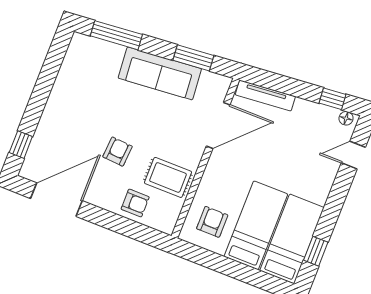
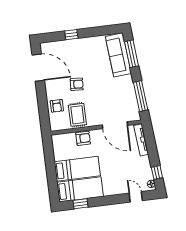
window: (193, 58) -> (141, 96), width x1.44
sofa: (160, 73) -> (118, 55), moved
window: (21, 145) -> (71, 35), moved
armchair: (212, 222) -> (83, 138), moved

